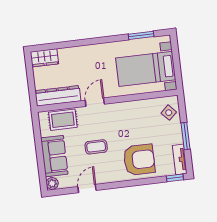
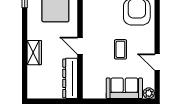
wardrobe: (44, 58) -> (34, 53), moved
rug: (63, 120) -> (92, 76), removed

